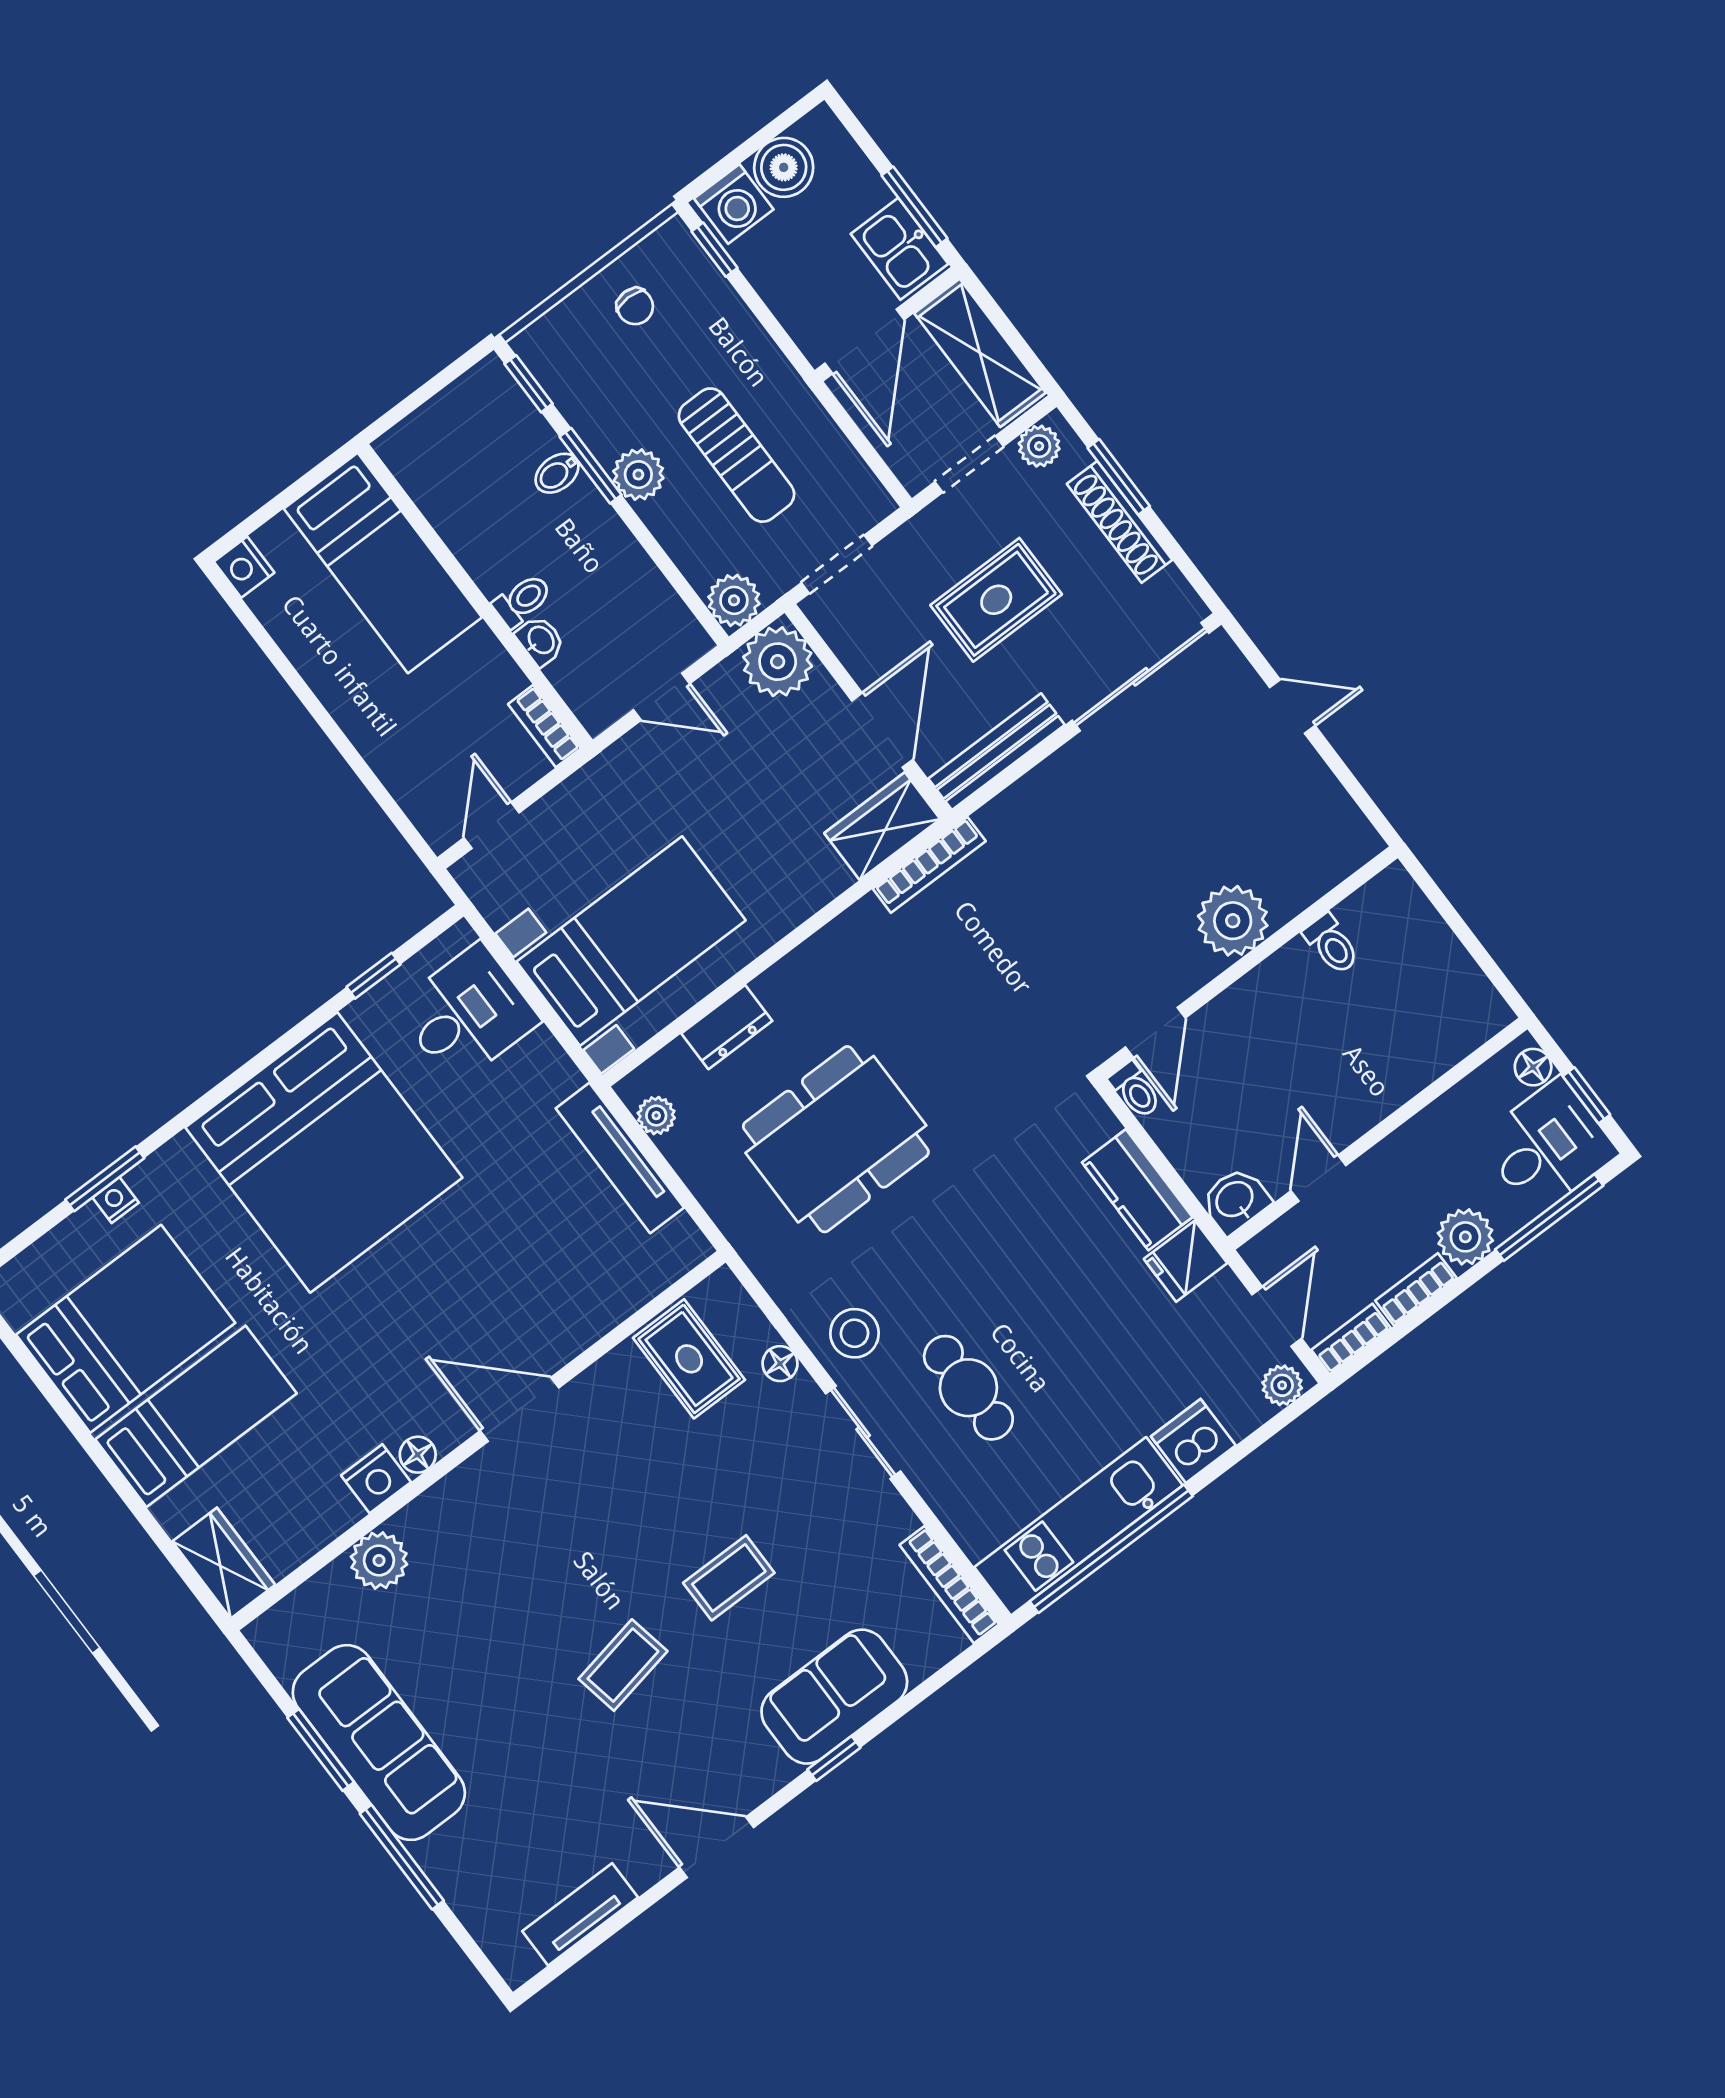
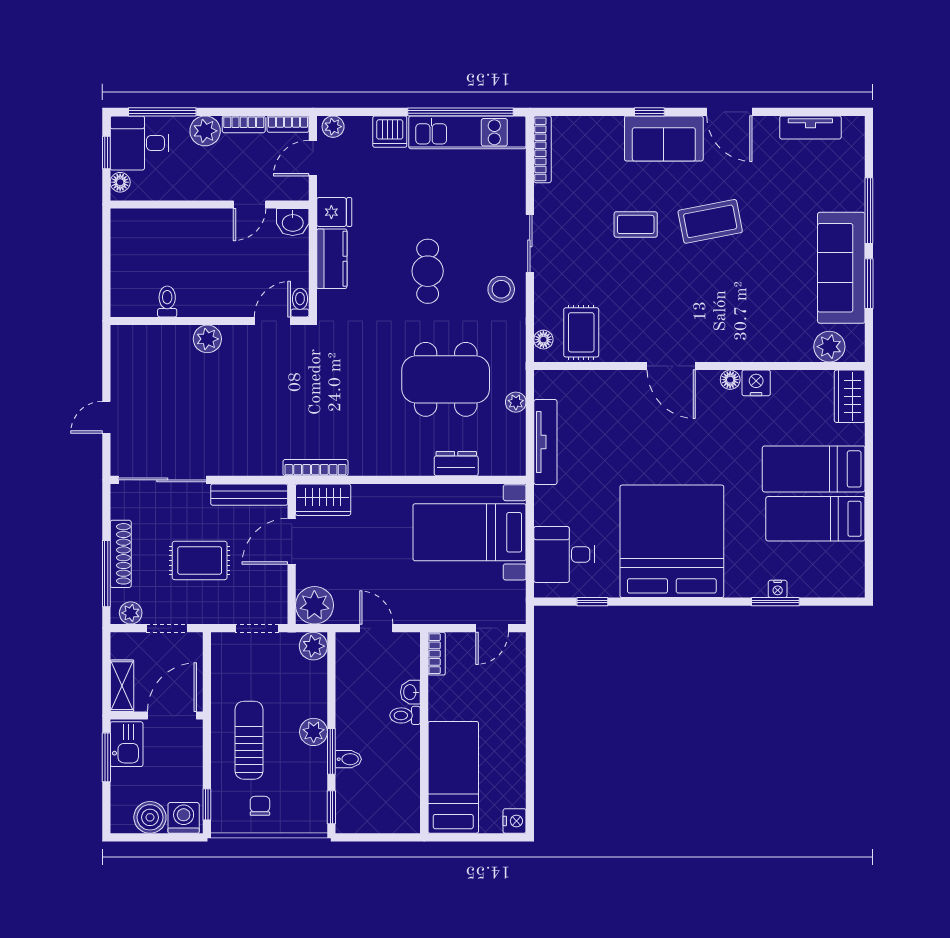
shelving: (980, 353) -> (122, 686), width x0.67, depth x0.75
sun lounger: (736, 455) -> (249, 740), moved
window: (1119, 477) -> (106, 574), width x1.44
door: (1292, 706) -> (106, 417), hinge flipped
plant: (1233, 921) -> (207, 339), width x0.73, depth x0.73
plant: (656, 1116) -> (516, 402), moved
bed: (126, 1329) -> (815, 519), width x0.67
floor lamp: (780, 1364) -> (543, 340), moved
cafe table: (968, 1388) -> (428, 271), moved
plant: (379, 1560) -> (829, 347), moved
coffee table: (623, 1665) -> (710, 221), width x1.36, depth x1.30
sofa: (834, 1697) -> (664, 138), moved

